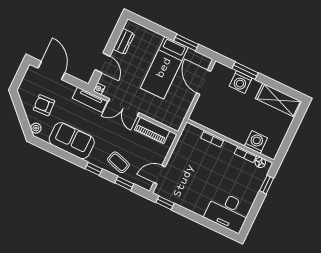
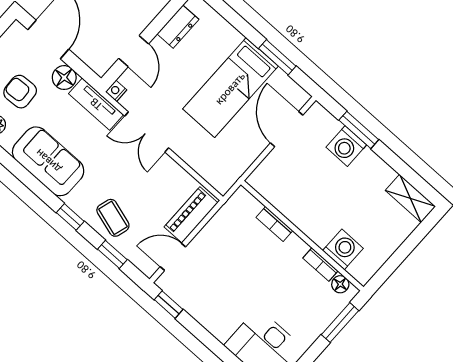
floor lamp: (67, 90) -> (64, 78), added
shelving: (279, 100) -> (410, 198), width x0.67, depth x0.75
piano: (152, 130) -> (191, 215), moved, turned 90
window: (267, 185) -> (340, 323), width x1.50

